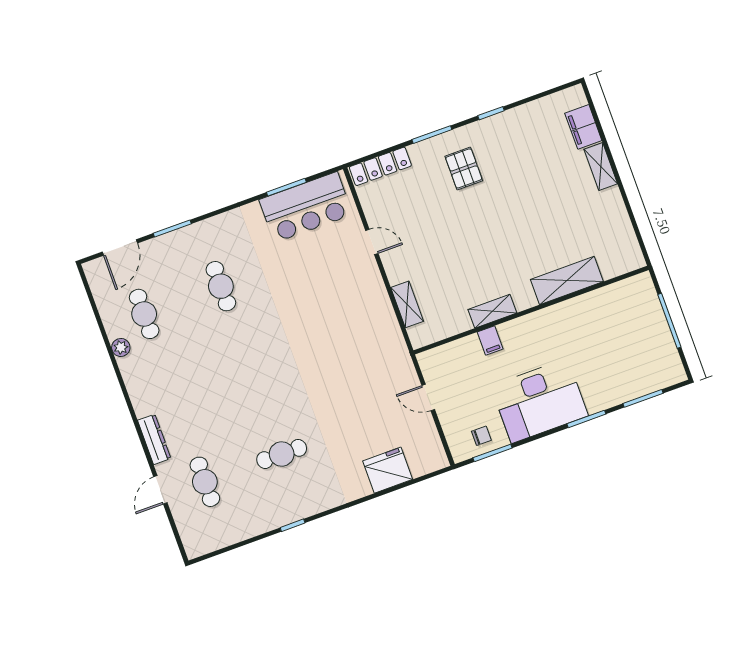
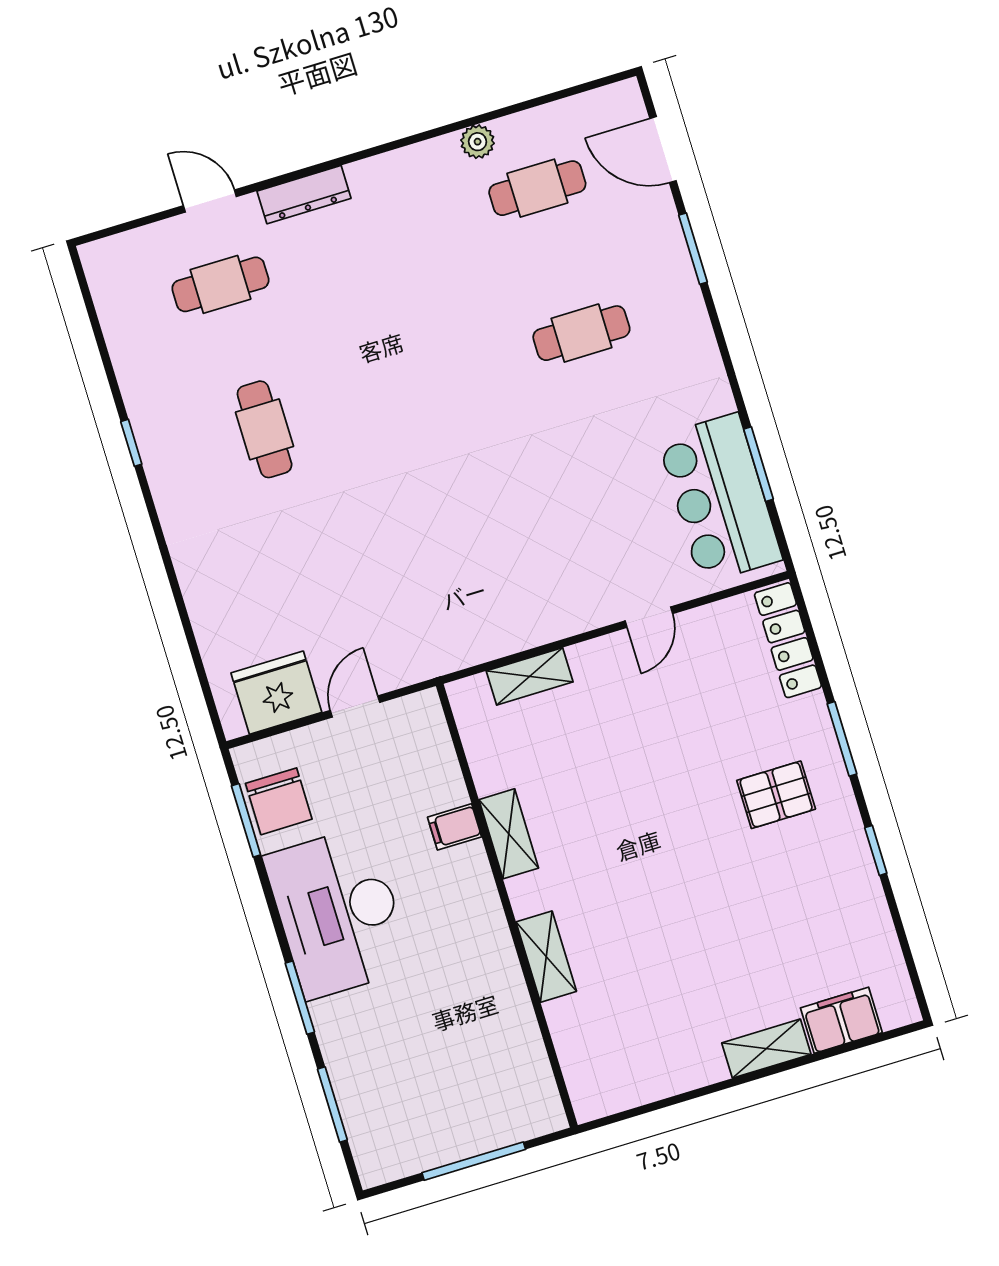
shelving: (567, 280) -> (546, 957), width x0.67, depth x0.75
chair: (481, 436) -> (279, 801), width x1.87, depth x1.87
fridge: (388, 470) -> (276, 693), moved, turned -90

